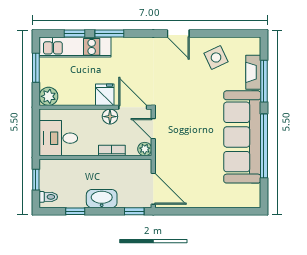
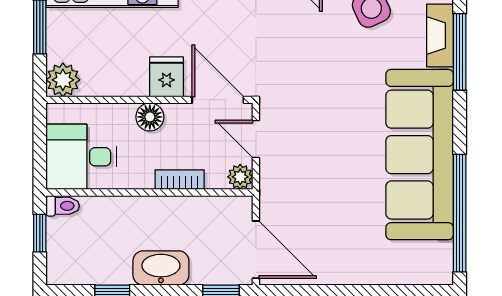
floor lamp: (110, 117) -> (150, 117), moved
window: (264, 146) -> (460, 213), moved
toilet: (48, 197) -> (63, 206), moved

